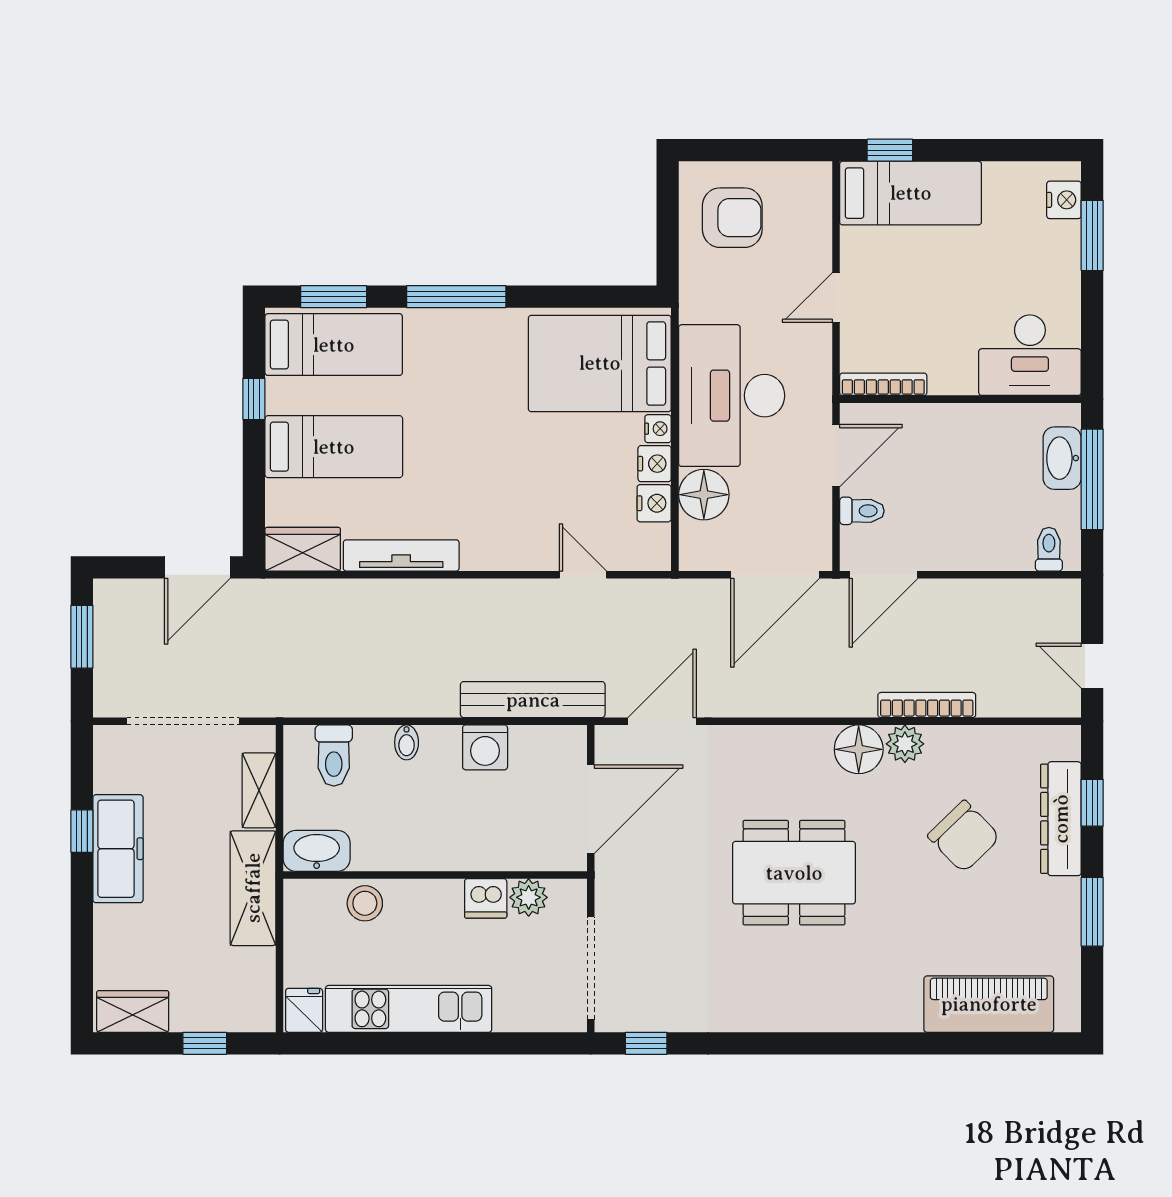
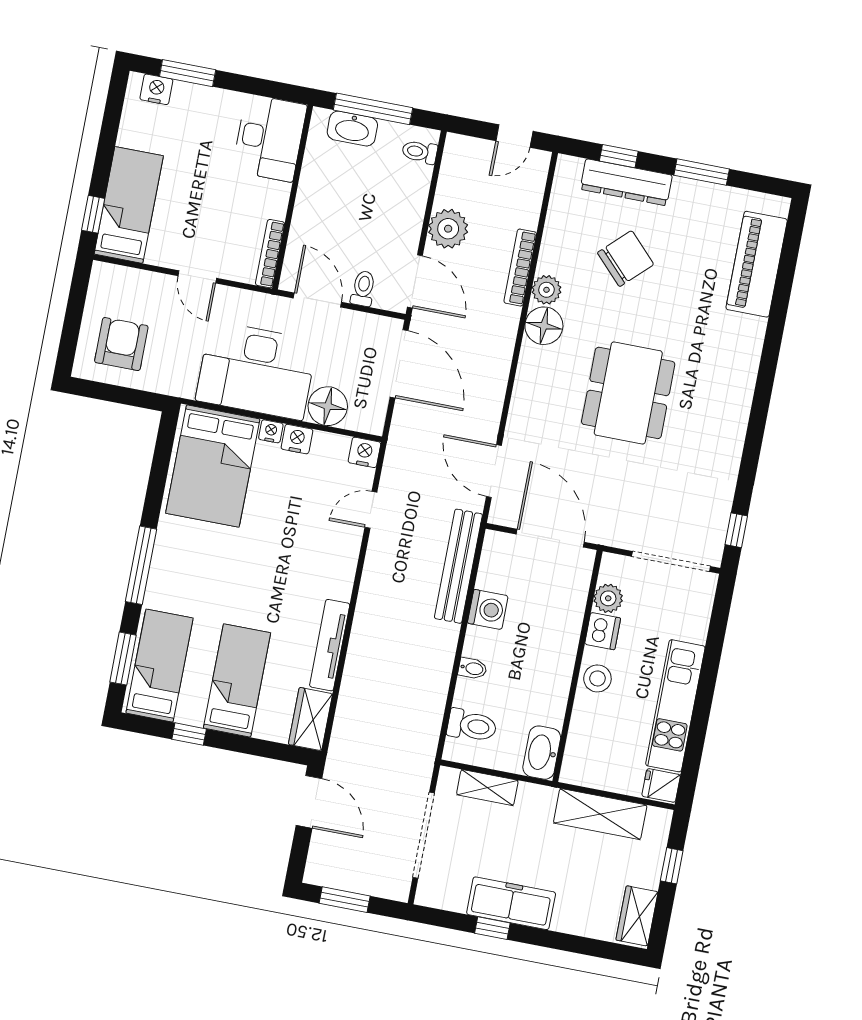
nightstand: (654, 503) -> (364, 452), moved
plant: (958, 604) -> (448, 229), added
shelving: (253, 888) -> (600, 814), moved
stool: (365, 903) -> (597, 678), moved

